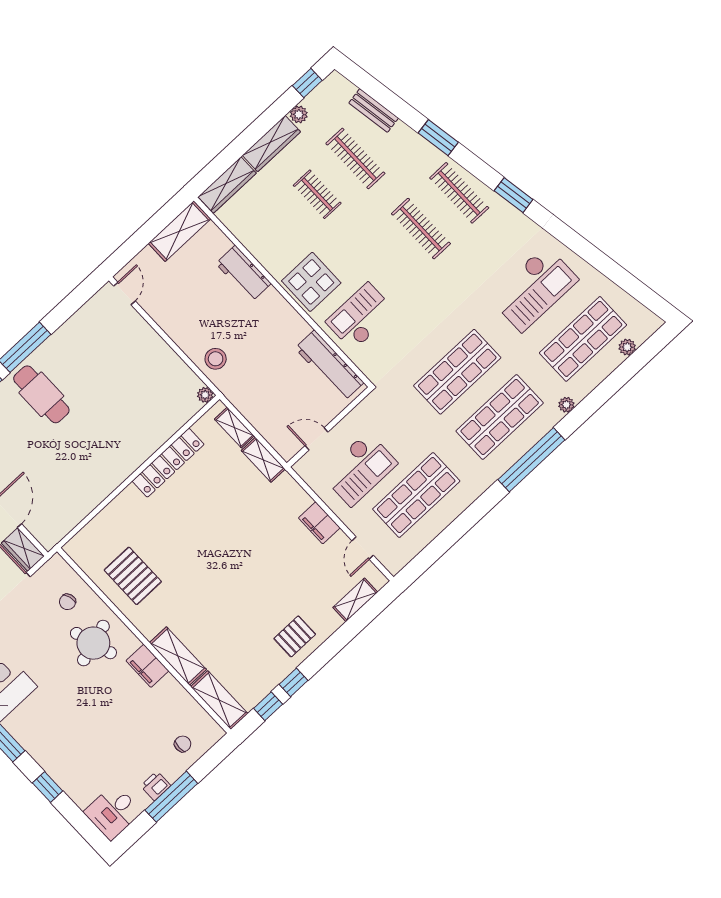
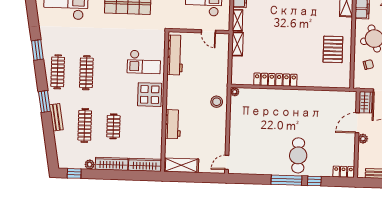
bench: (374, 110) -> (56, 117), moved
shelving: (234, 428) -> (238, 20), moved

